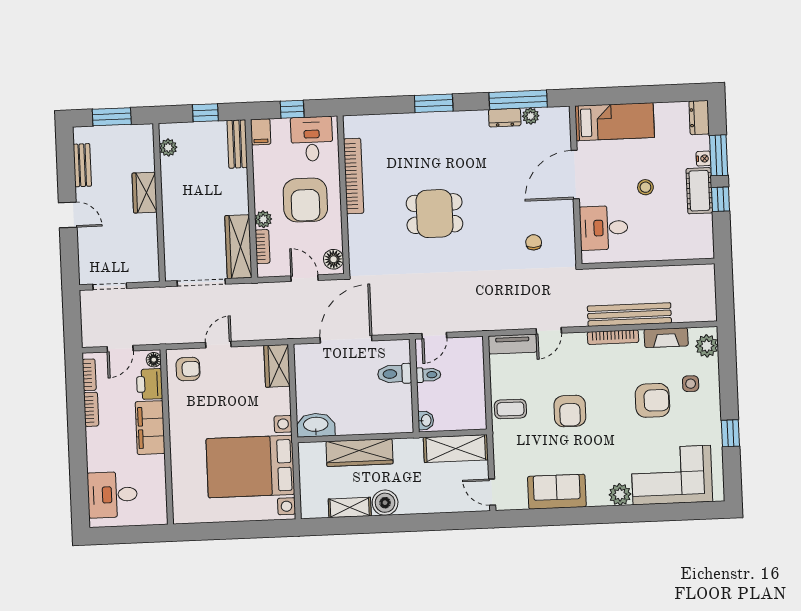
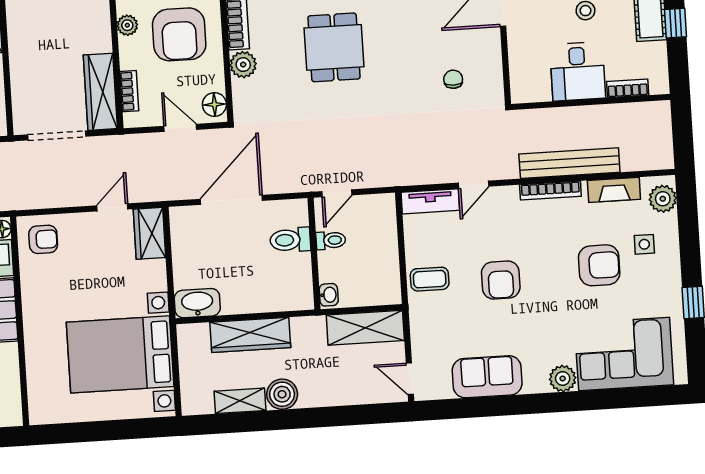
dining table: (435, 214) -> (334, 47), turned 90
plant: (263, 219) -> (127, 25), moved
plant: (358, 226) -> (243, 65), added
desk: (604, 228) -> (578, 71), moved, turned -90
bookcase: (679, 253) -> (628, 88), added
door: (218, 345) -> (112, 207), moved

